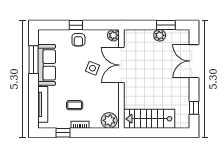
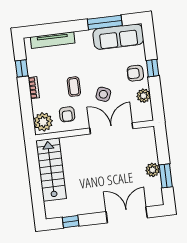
plant: (113, 35) -> (144, 96), moved
sofa: (47, 65) -> (118, 37), moved
armchair: (105, 100) -> (67, 114), added
coffee table: (75, 105) -> (74, 87), moved

